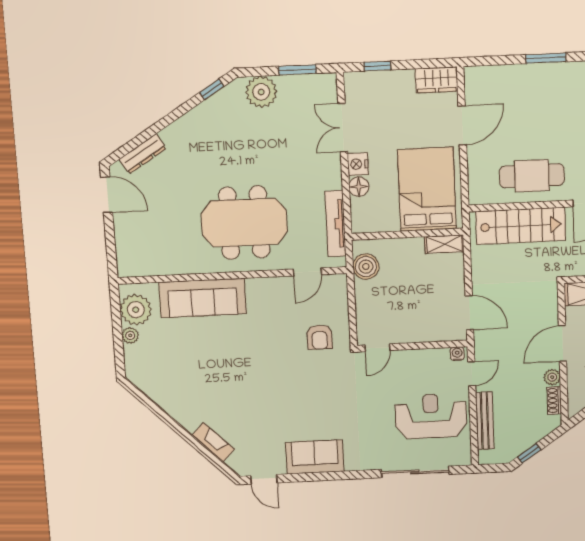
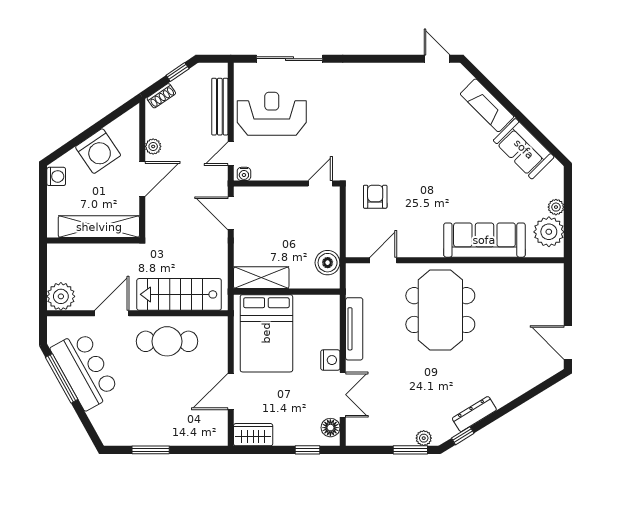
window: (297, 70) -> (410, 450), moved
plant: (261, 92) -> (424, 438), width x0.53, depth x0.53
dresser: (143, 154) -> (474, 414), moved
floor lamp: (359, 187) -> (330, 428), moved
meeting table: (244, 223) -> (440, 310), turned 90
tv unit: (336, 224) -> (354, 329), moved
shelving: (444, 244) -> (261, 278), width x1.50, depth x1.33
shoe rack: (554, 400) -> (161, 96), moved, turned 56
reception desk: (431, 416) -> (272, 114), turned 180
fireplace: (213, 442) -> (487, 105), width x1.37, depth x1.32
sofa: (315, 457) -> (524, 149), moved, turned 45

